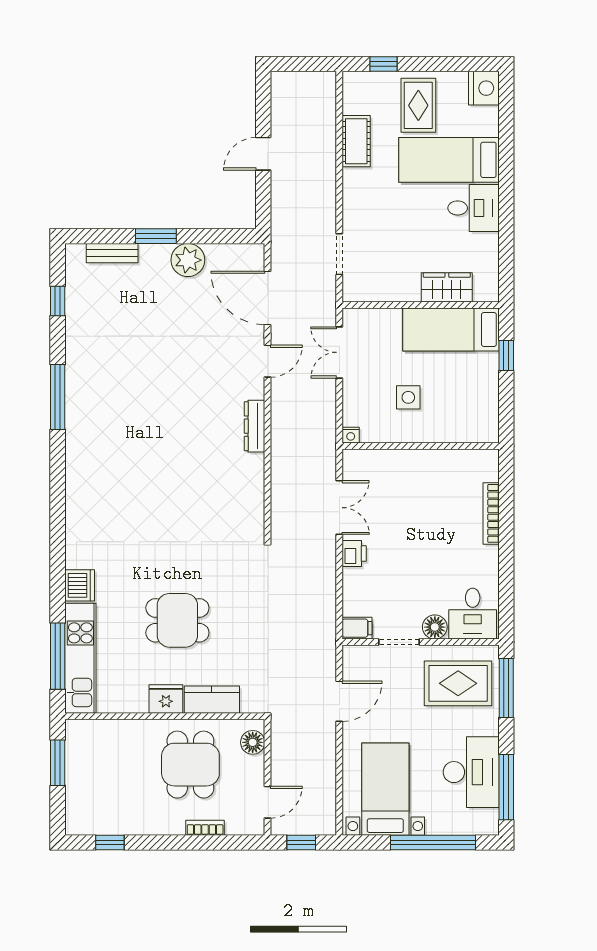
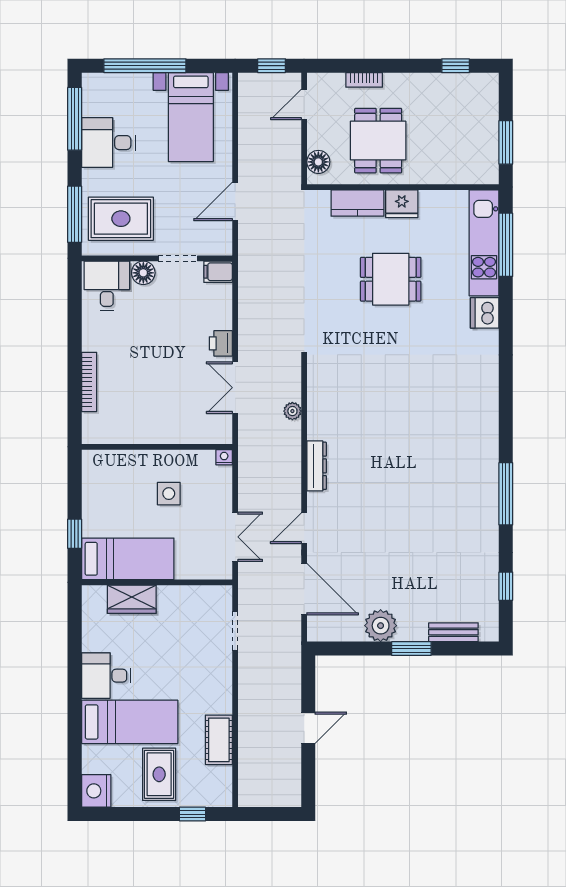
plant: (280, 483) -> (292, 411), added
desk: (471, 772) -> (108, 143), width x0.73

